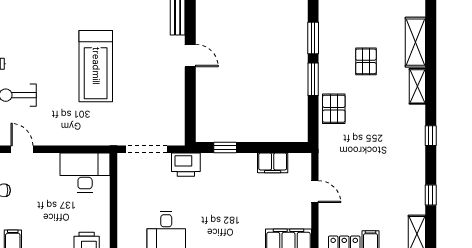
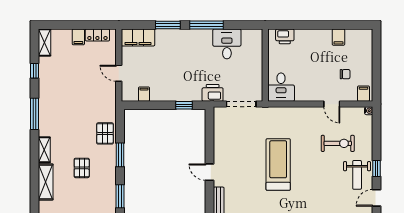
window: (313, 38) -> (120, 196), moved
window: (431, 136) -> (35, 114), width x2.17
filing cabinet: (273, 163) -> (144, 94), width x0.50
desk: (85, 172) -> (281, 87), width x0.73

